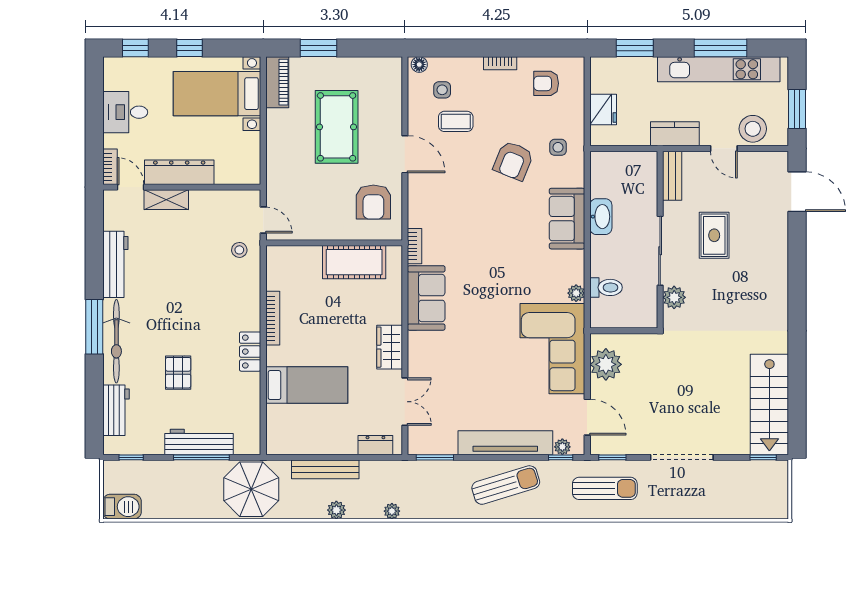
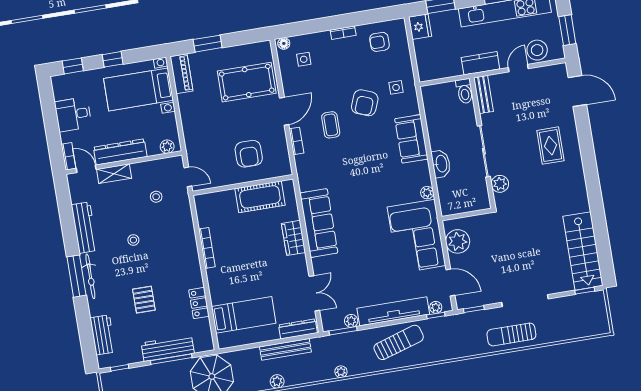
fridge: (603, 109) -> (420, 27), moved
coffee table: (456, 121) -> (331, 125), moved, turned 90
pool table: (337, 127) -> (247, 82), moved, turned 90
door: (724, 148) -> (518, 68), swing flipped
door: (405, 154) -> (284, 111), hinge flipped
plant: (242, 175) -> (167, 147), added
armchair: (373, 202) -> (249, 154), moved
washbasin: (601, 217) -> (441, 164), moved
rug: (714, 235) -> (550, 146), moved
bookcase: (415, 246) -> (296, 141), moved
stool: (239, 250) -> (156, 197), moved
toilet: (606, 287) -> (465, 91), moved, turned 90
stool: (177, 292) -> (133, 240), added
sofa: (426, 298) -> (319, 223), width x1.36
bicycle: (116, 341) -> (90, 276), width x0.73, depth x0.71
wardrobe: (390, 347) -> (294, 238), moved
locker: (250, 352) -> (199, 303), moved
bed: (307, 385) -> (244, 315), moved
dresser: (375, 445) -> (298, 329), width x1.44
plant: (448, 446) -> (351, 321), added
bench: (325, 469) -> (285, 349), moved
sun lounger: (605, 488) -> (511, 334), moved, turned 180
plant: (392, 511) -> (341, 372), moved

